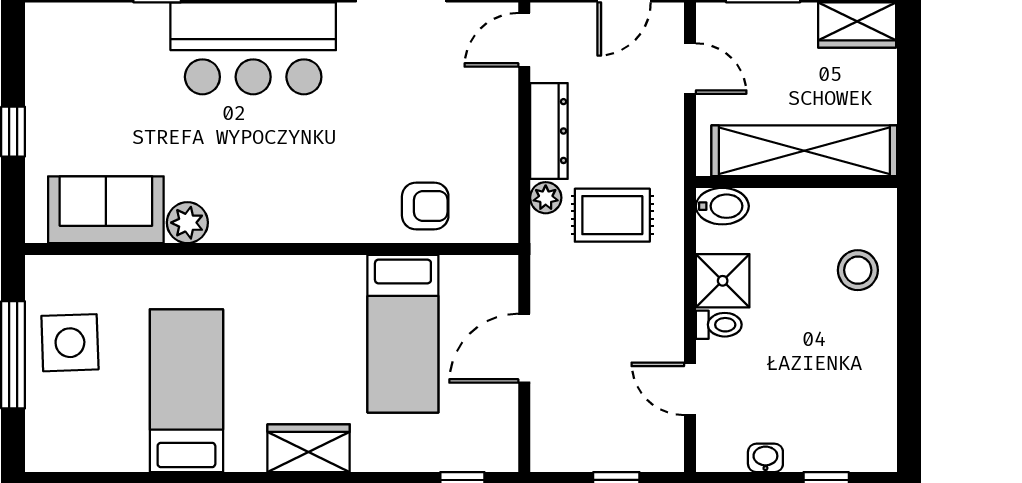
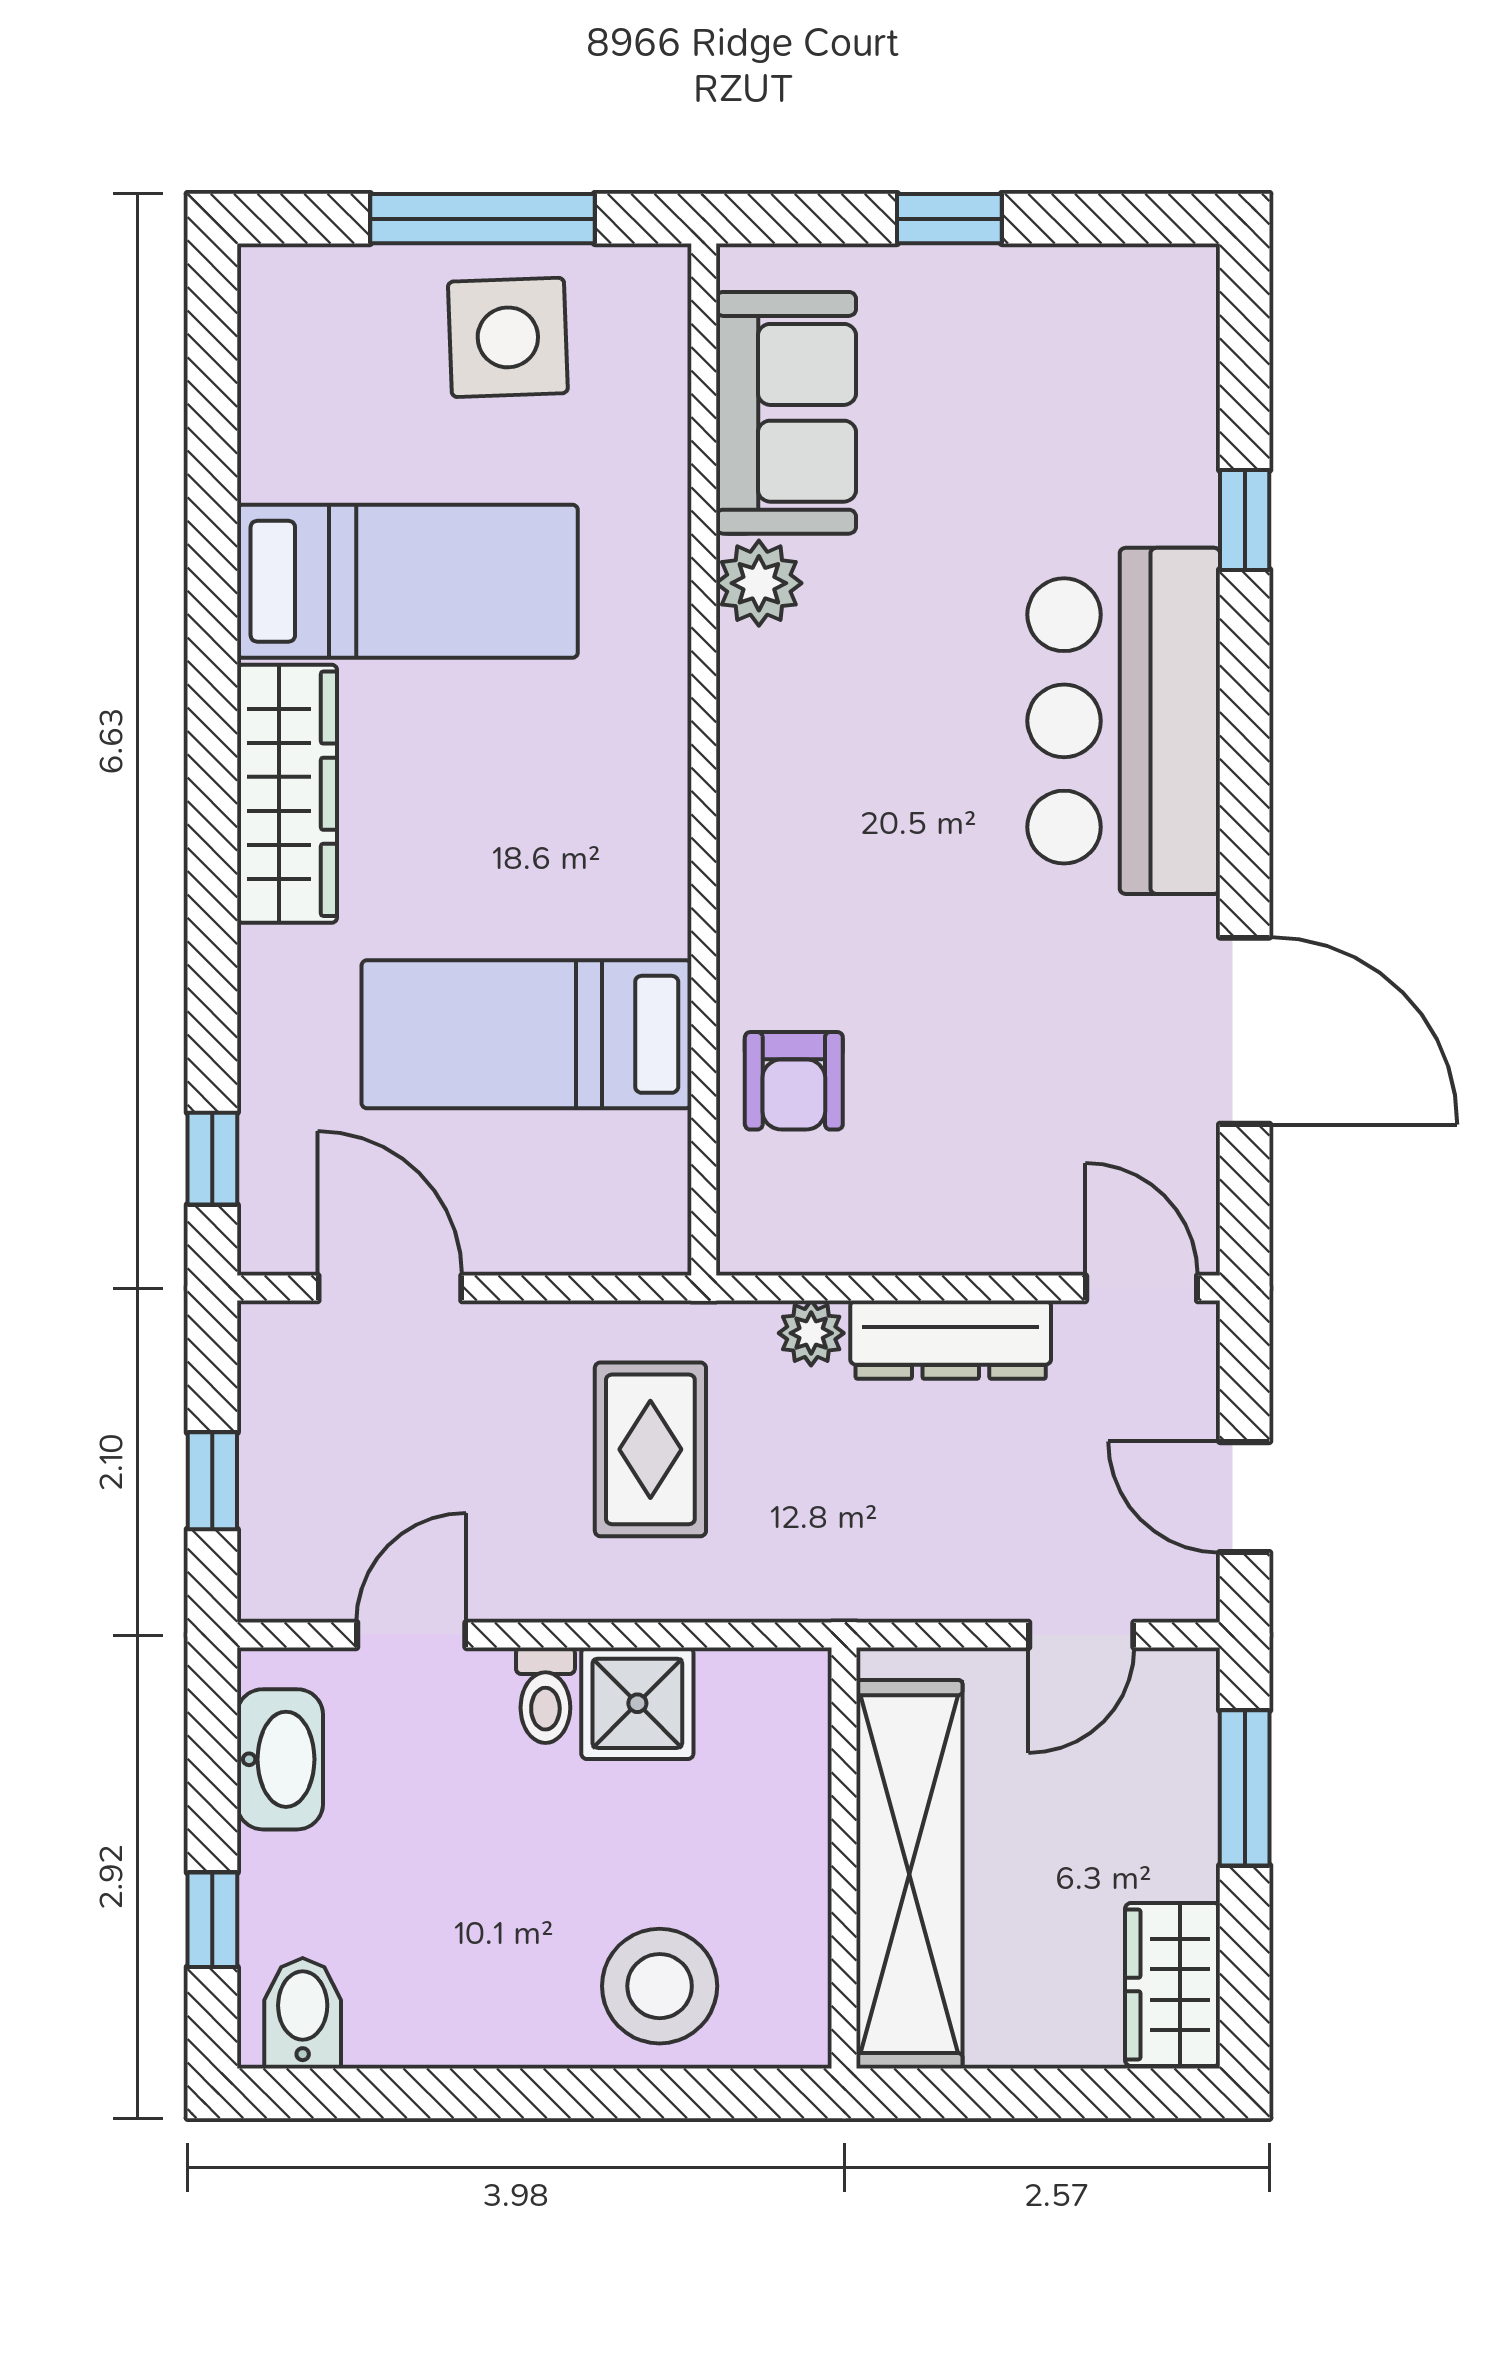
bidet: (722, 206) -> (303, 2013), moved, turned 180
rug: (612, 215) -> (650, 1449), moved
stool: (858, 270) -> (660, 1986), width x1.38, depth x1.38
door: (524, 348) -> (390, 1288), moved
wardrobe: (309, 448) -> (287, 794), width x1.50
washbasin: (765, 458) -> (280, 1759), width x1.91, depth x1.45

